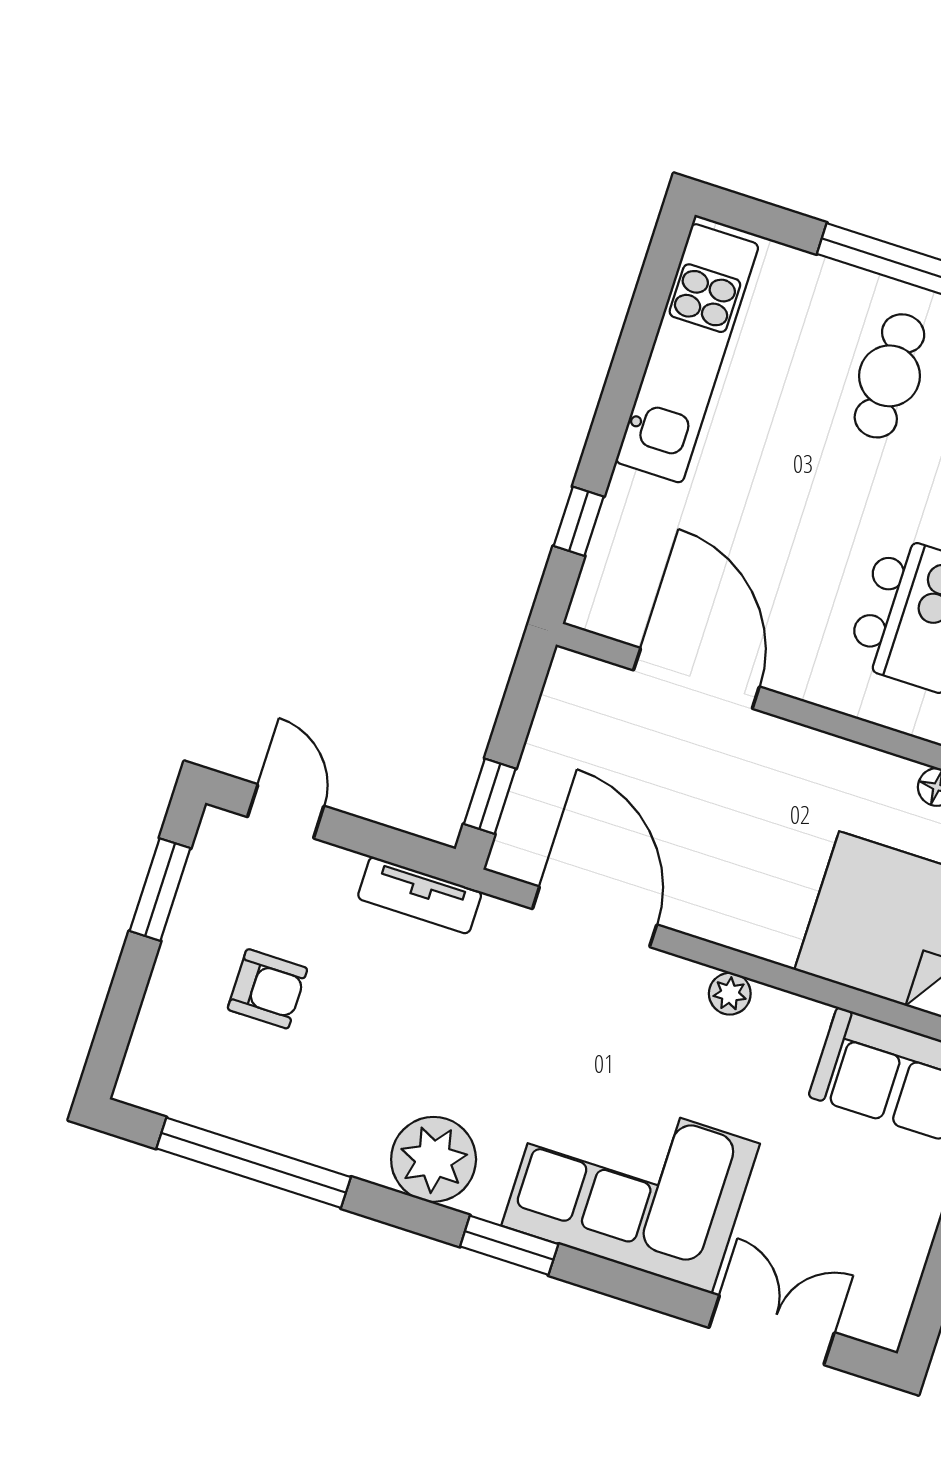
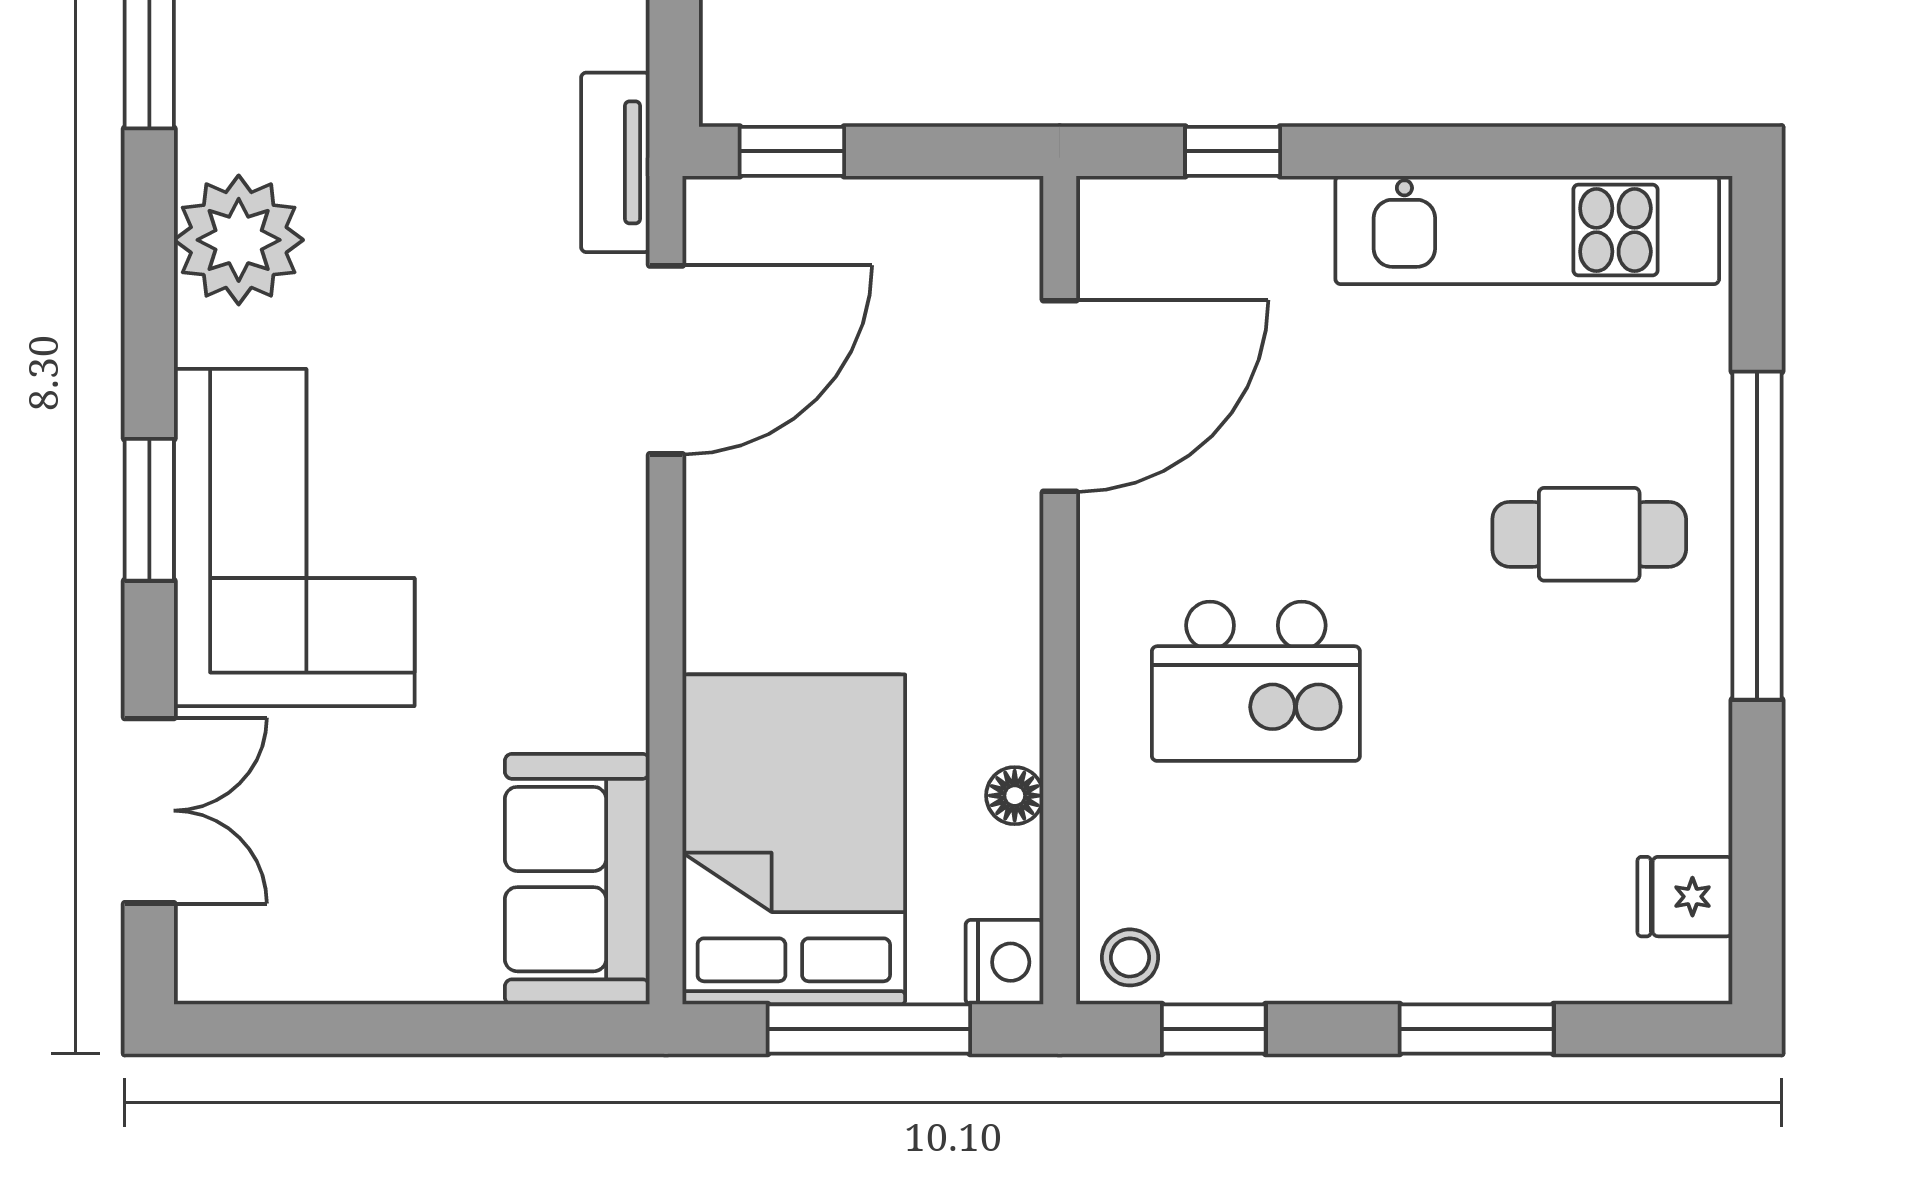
tv unit: (420, 895) -> (615, 162), moved
plant: (730, 994) -> (618, 592), removed
window: (509, 1245) -> (149, 510), moved

